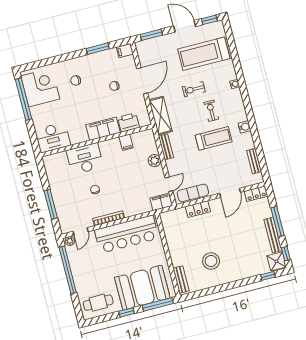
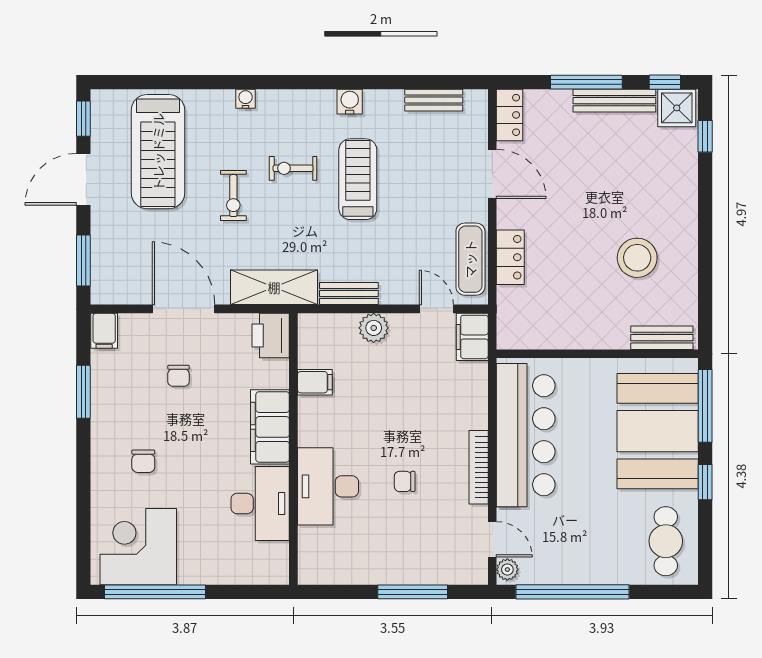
printer: (128, 122) -> (271, 336), moved
desk: (53, 137) -> (260, 504), moved

